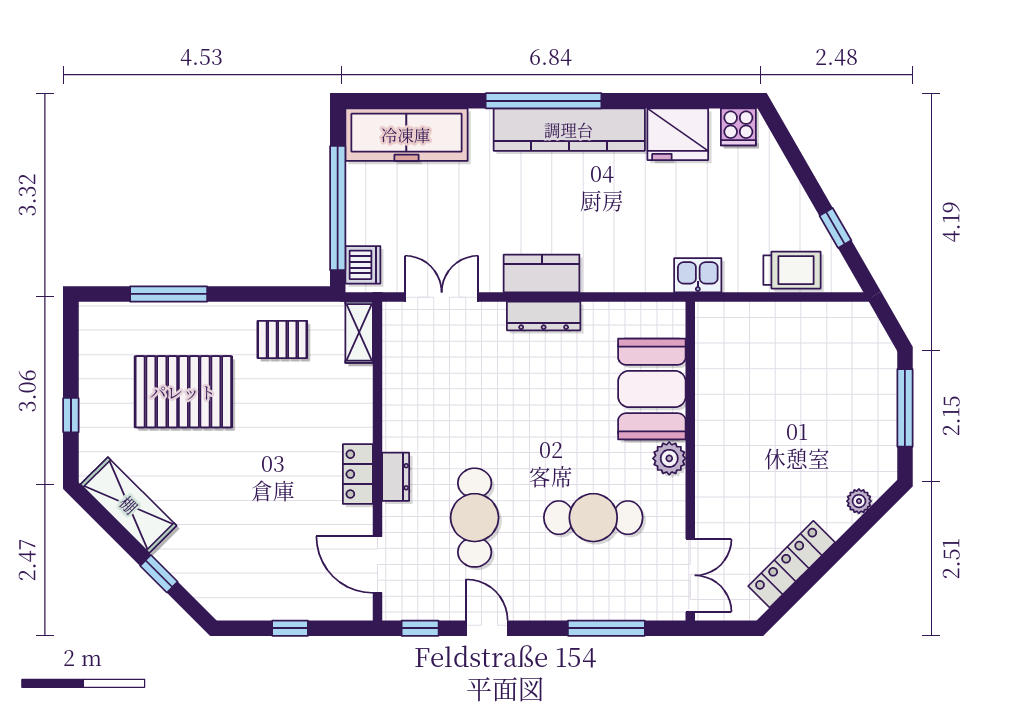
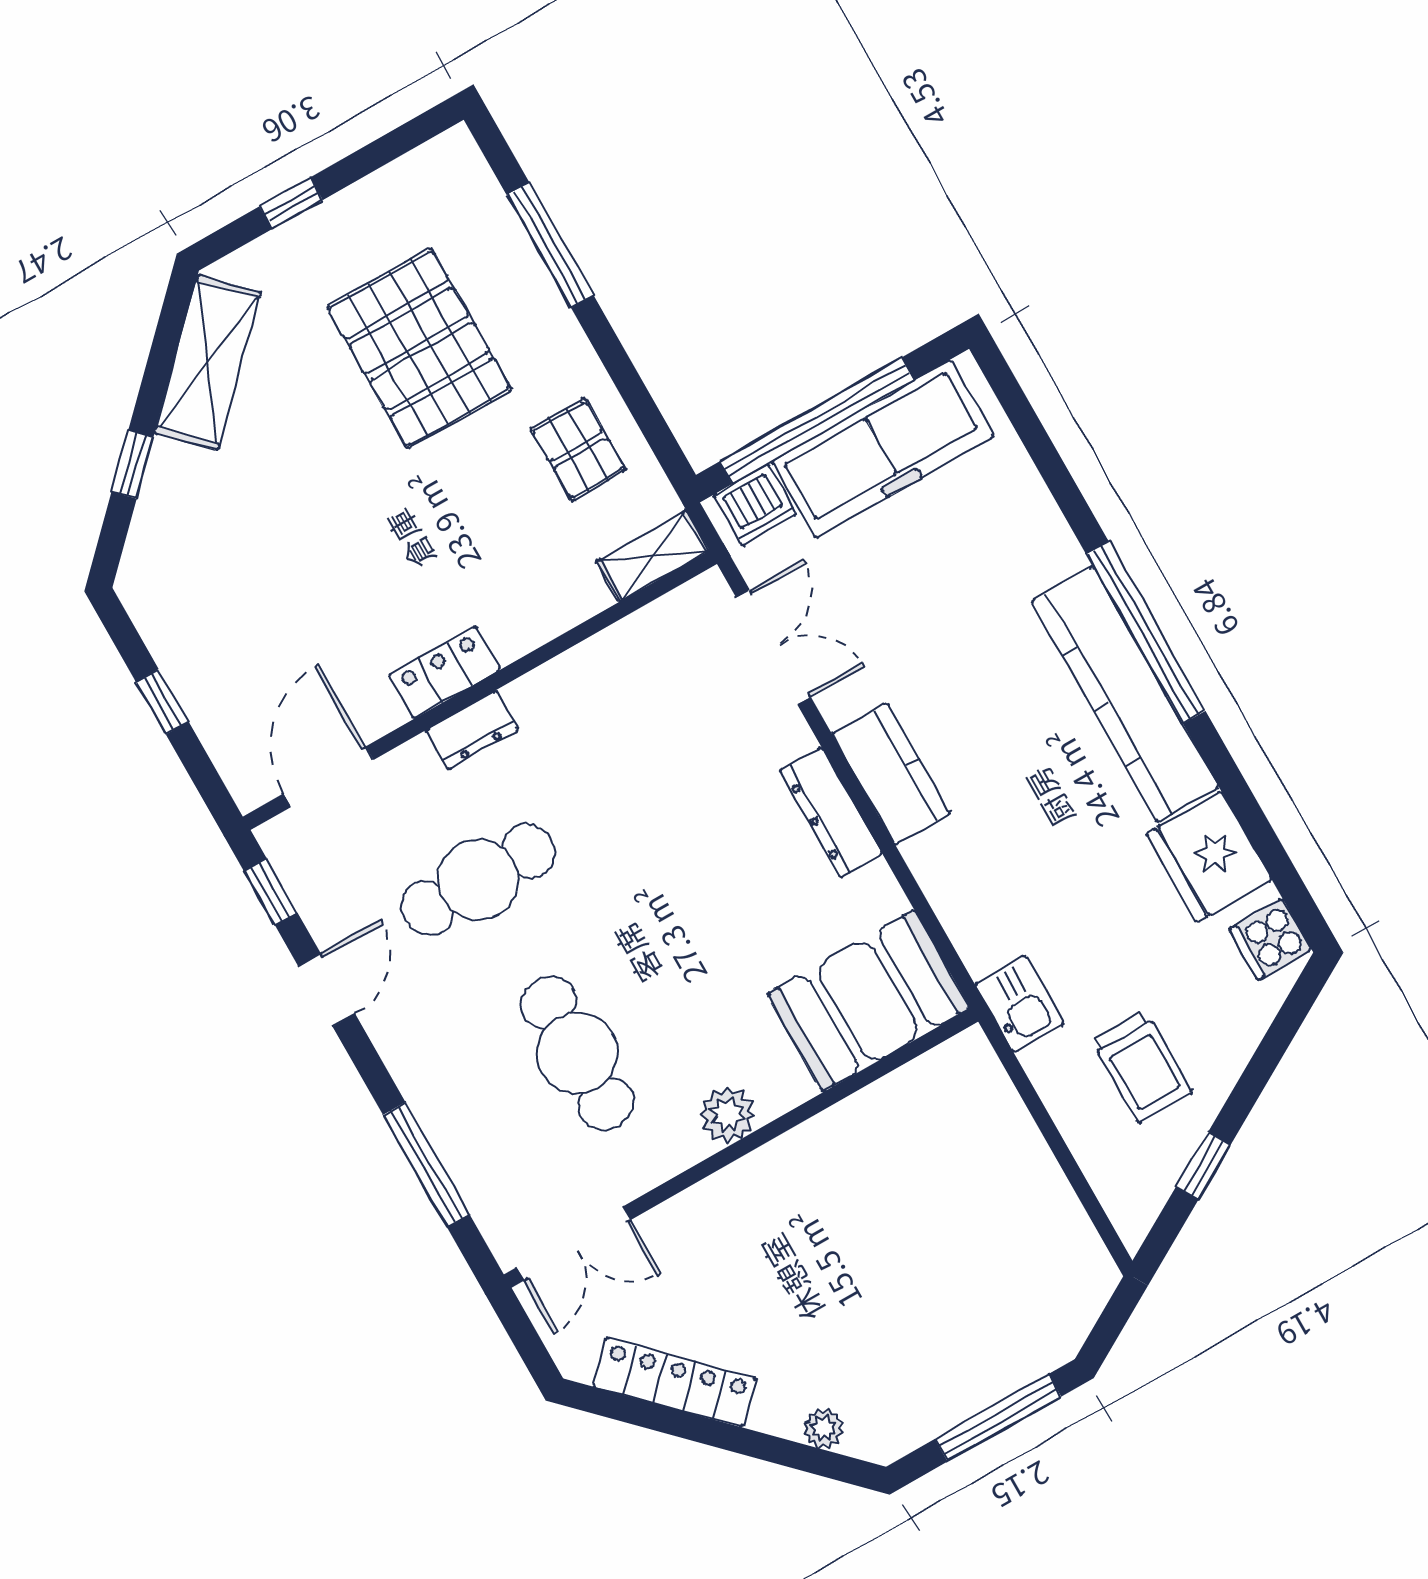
freezer: (406, 135) -> (883, 449), moved, turned -90
trolley: (792, 270) -> (1142, 1066), moved
booth: (652, 389) -> (868, 1001), moved

